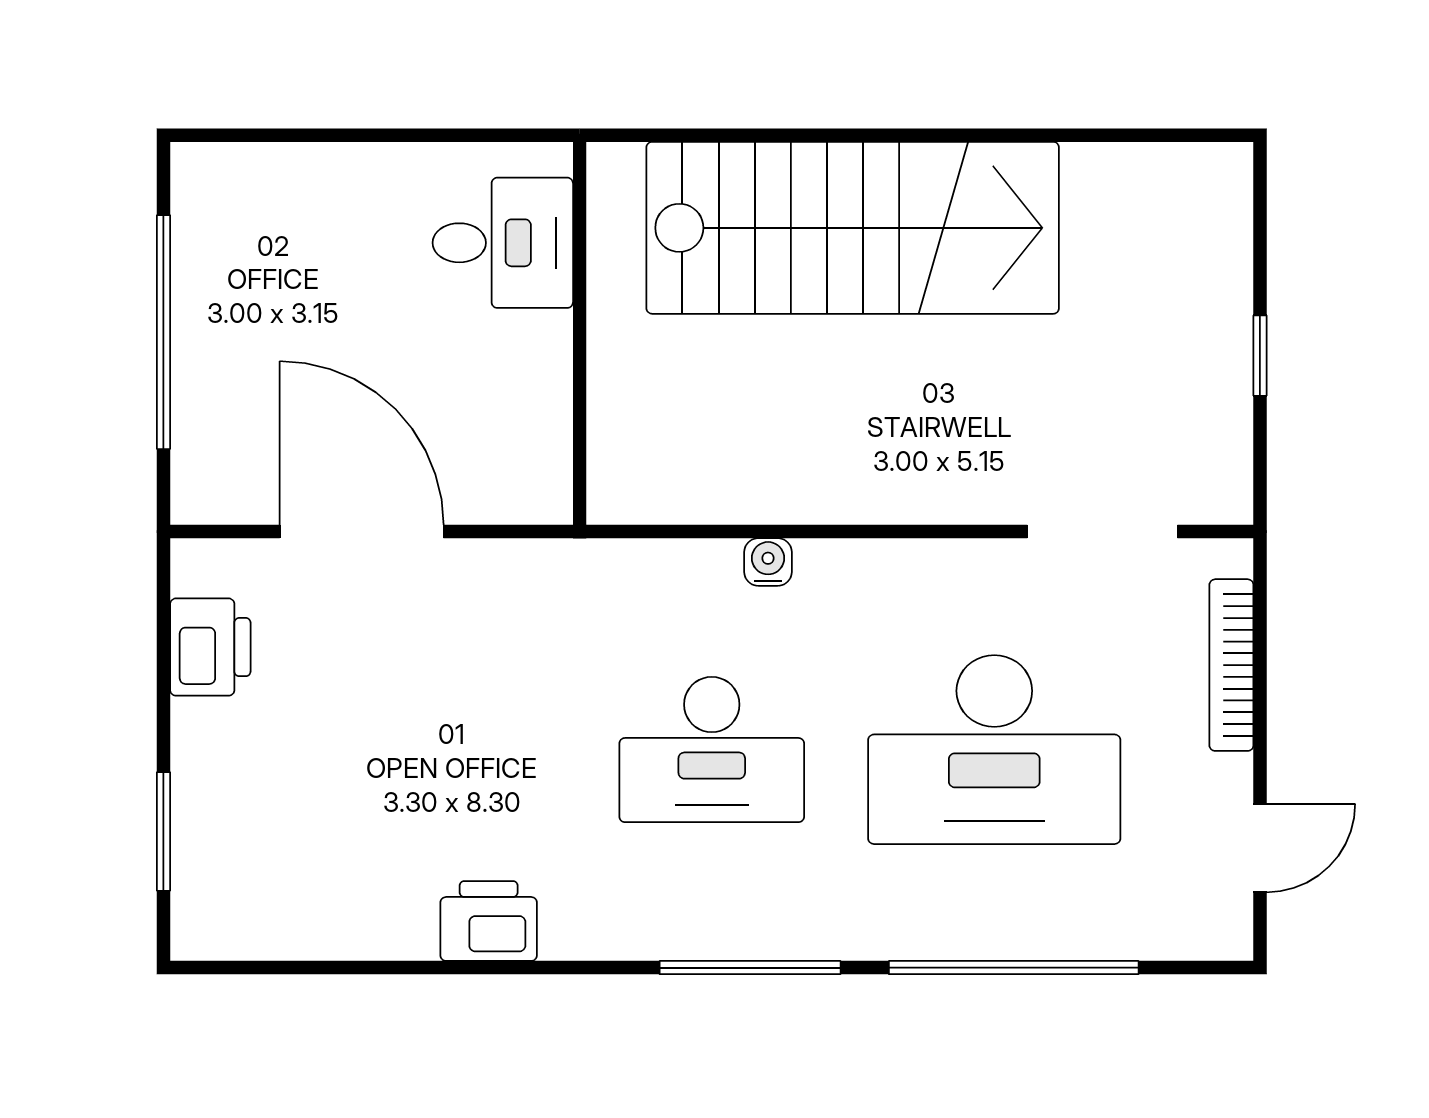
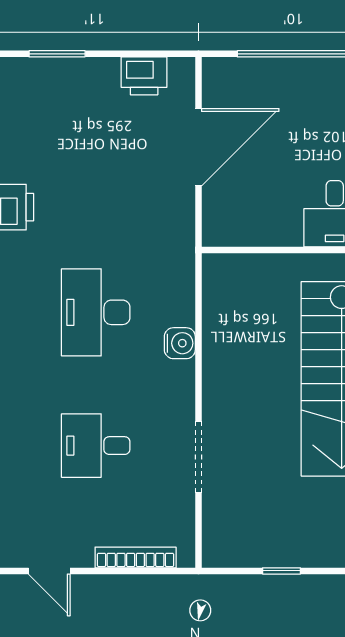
doorway: (1102, 532) -> (198, 457), moved
water cooler: (768, 562) -> (180, 343), width x1.38, depth x1.38
desk: (994, 750) -> (96, 446), width x0.53, depth x0.77

